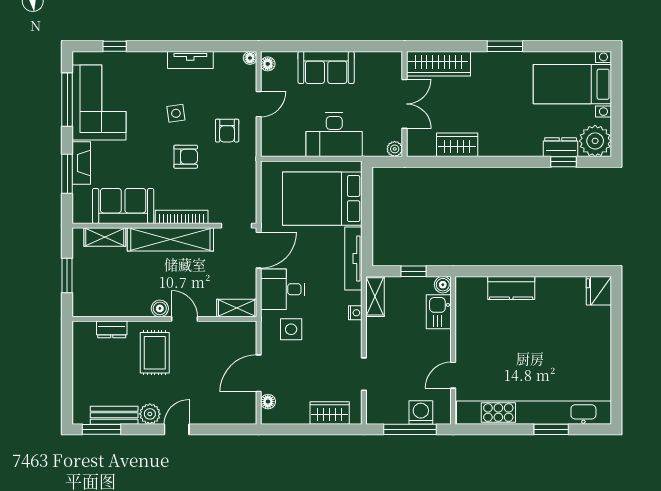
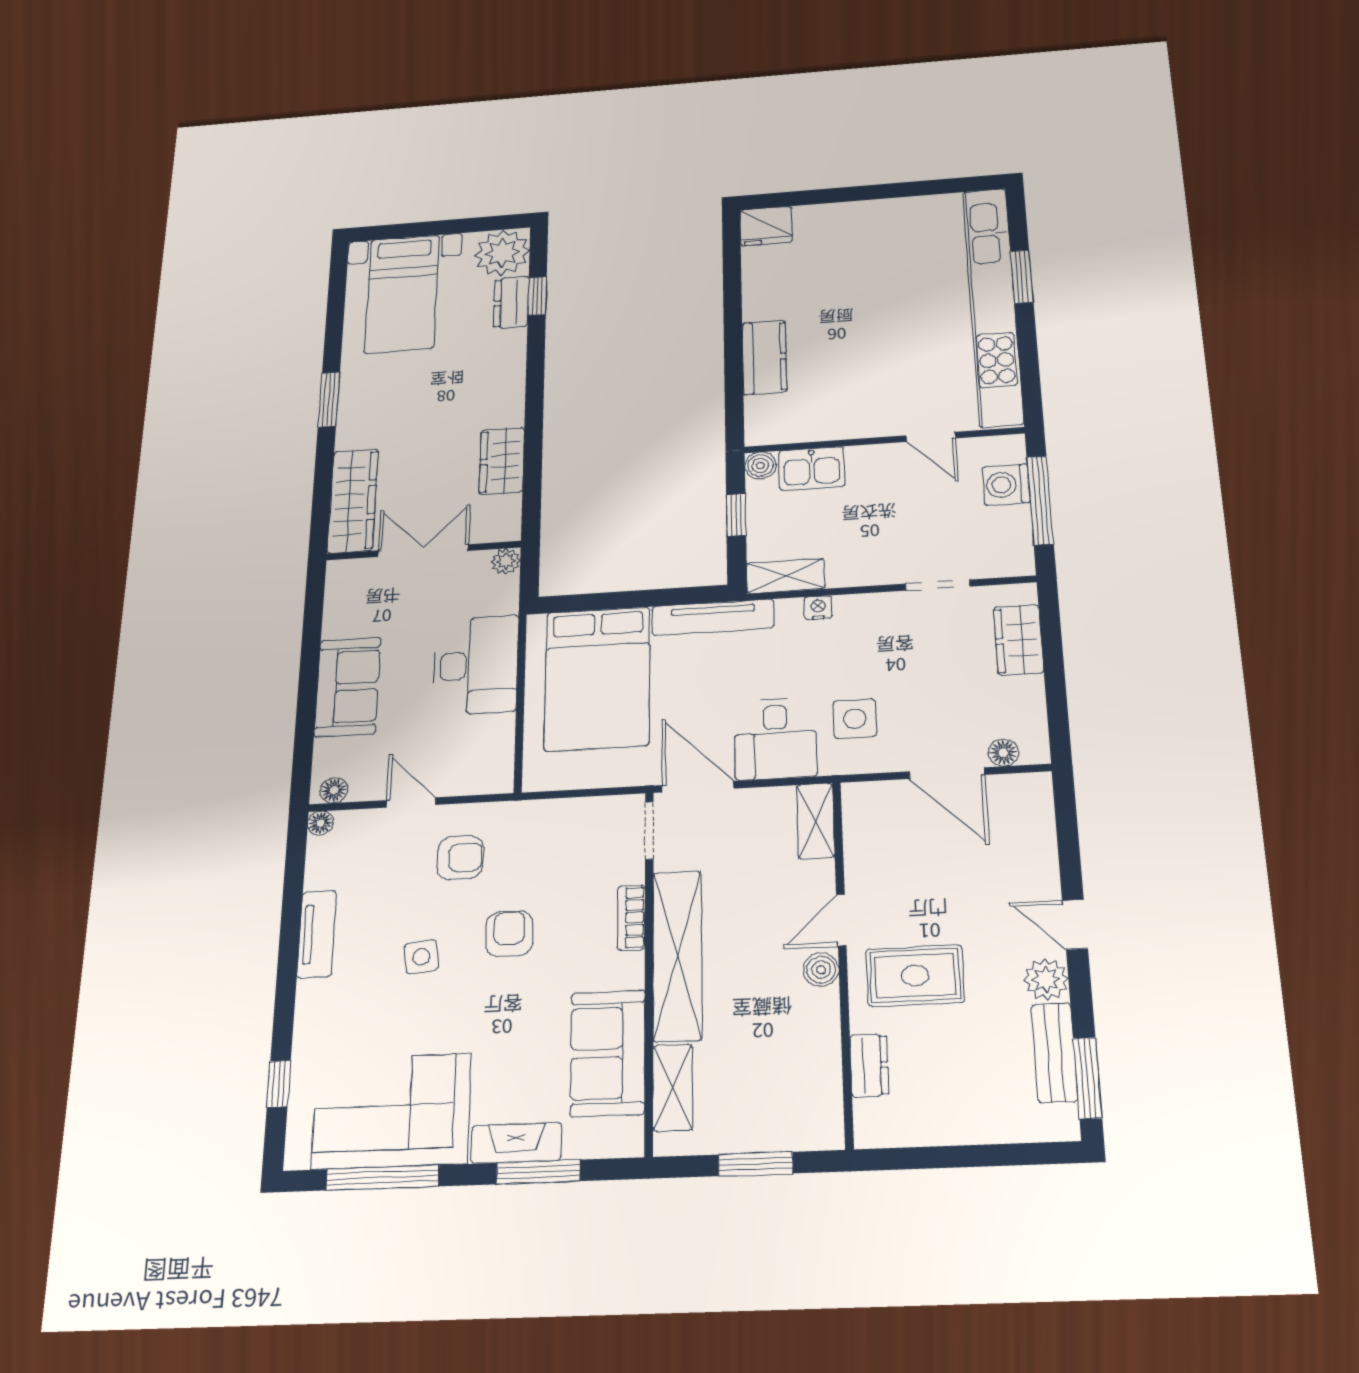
bookcase: (182, 217) -> (631, 917), width x0.64

